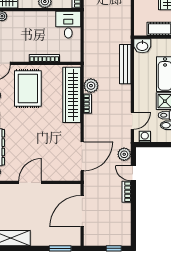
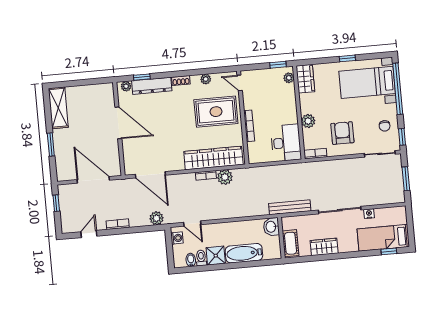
desk: (68, 25) -> (286, 143), width x1.37
bench: (125, 64) -> (290, 207), moved
door: (133, 173) -> (89, 234), moved
door: (30, 182) -> (118, 123), width x1.36
window: (60, 248) -> (51, 144), moved
window: (114, 248) -> (56, 203), moved

